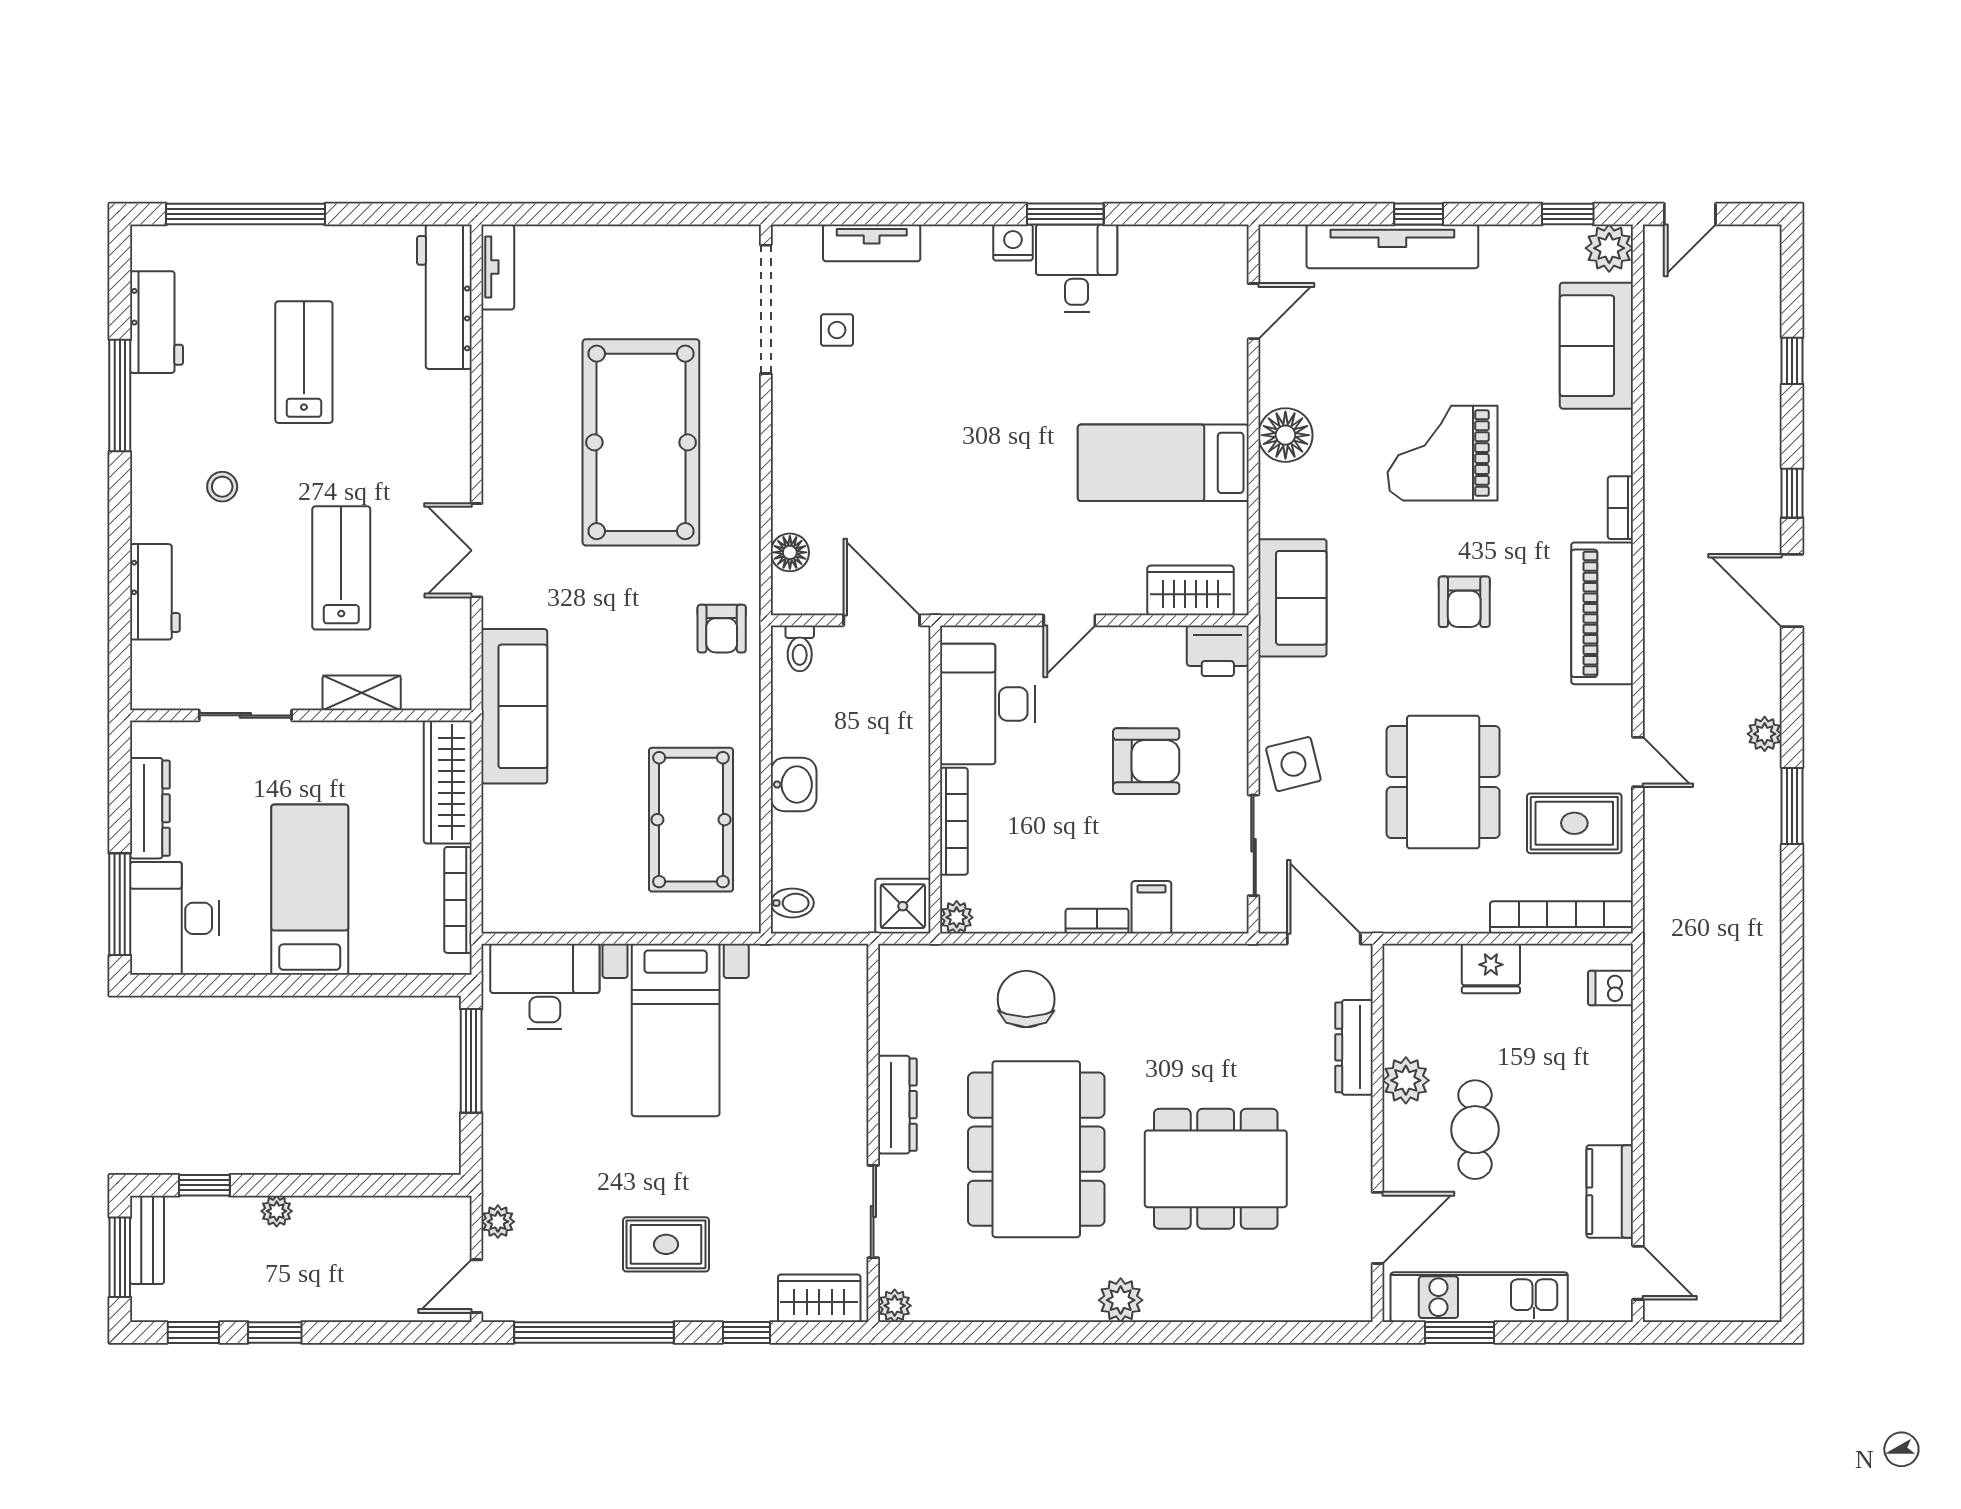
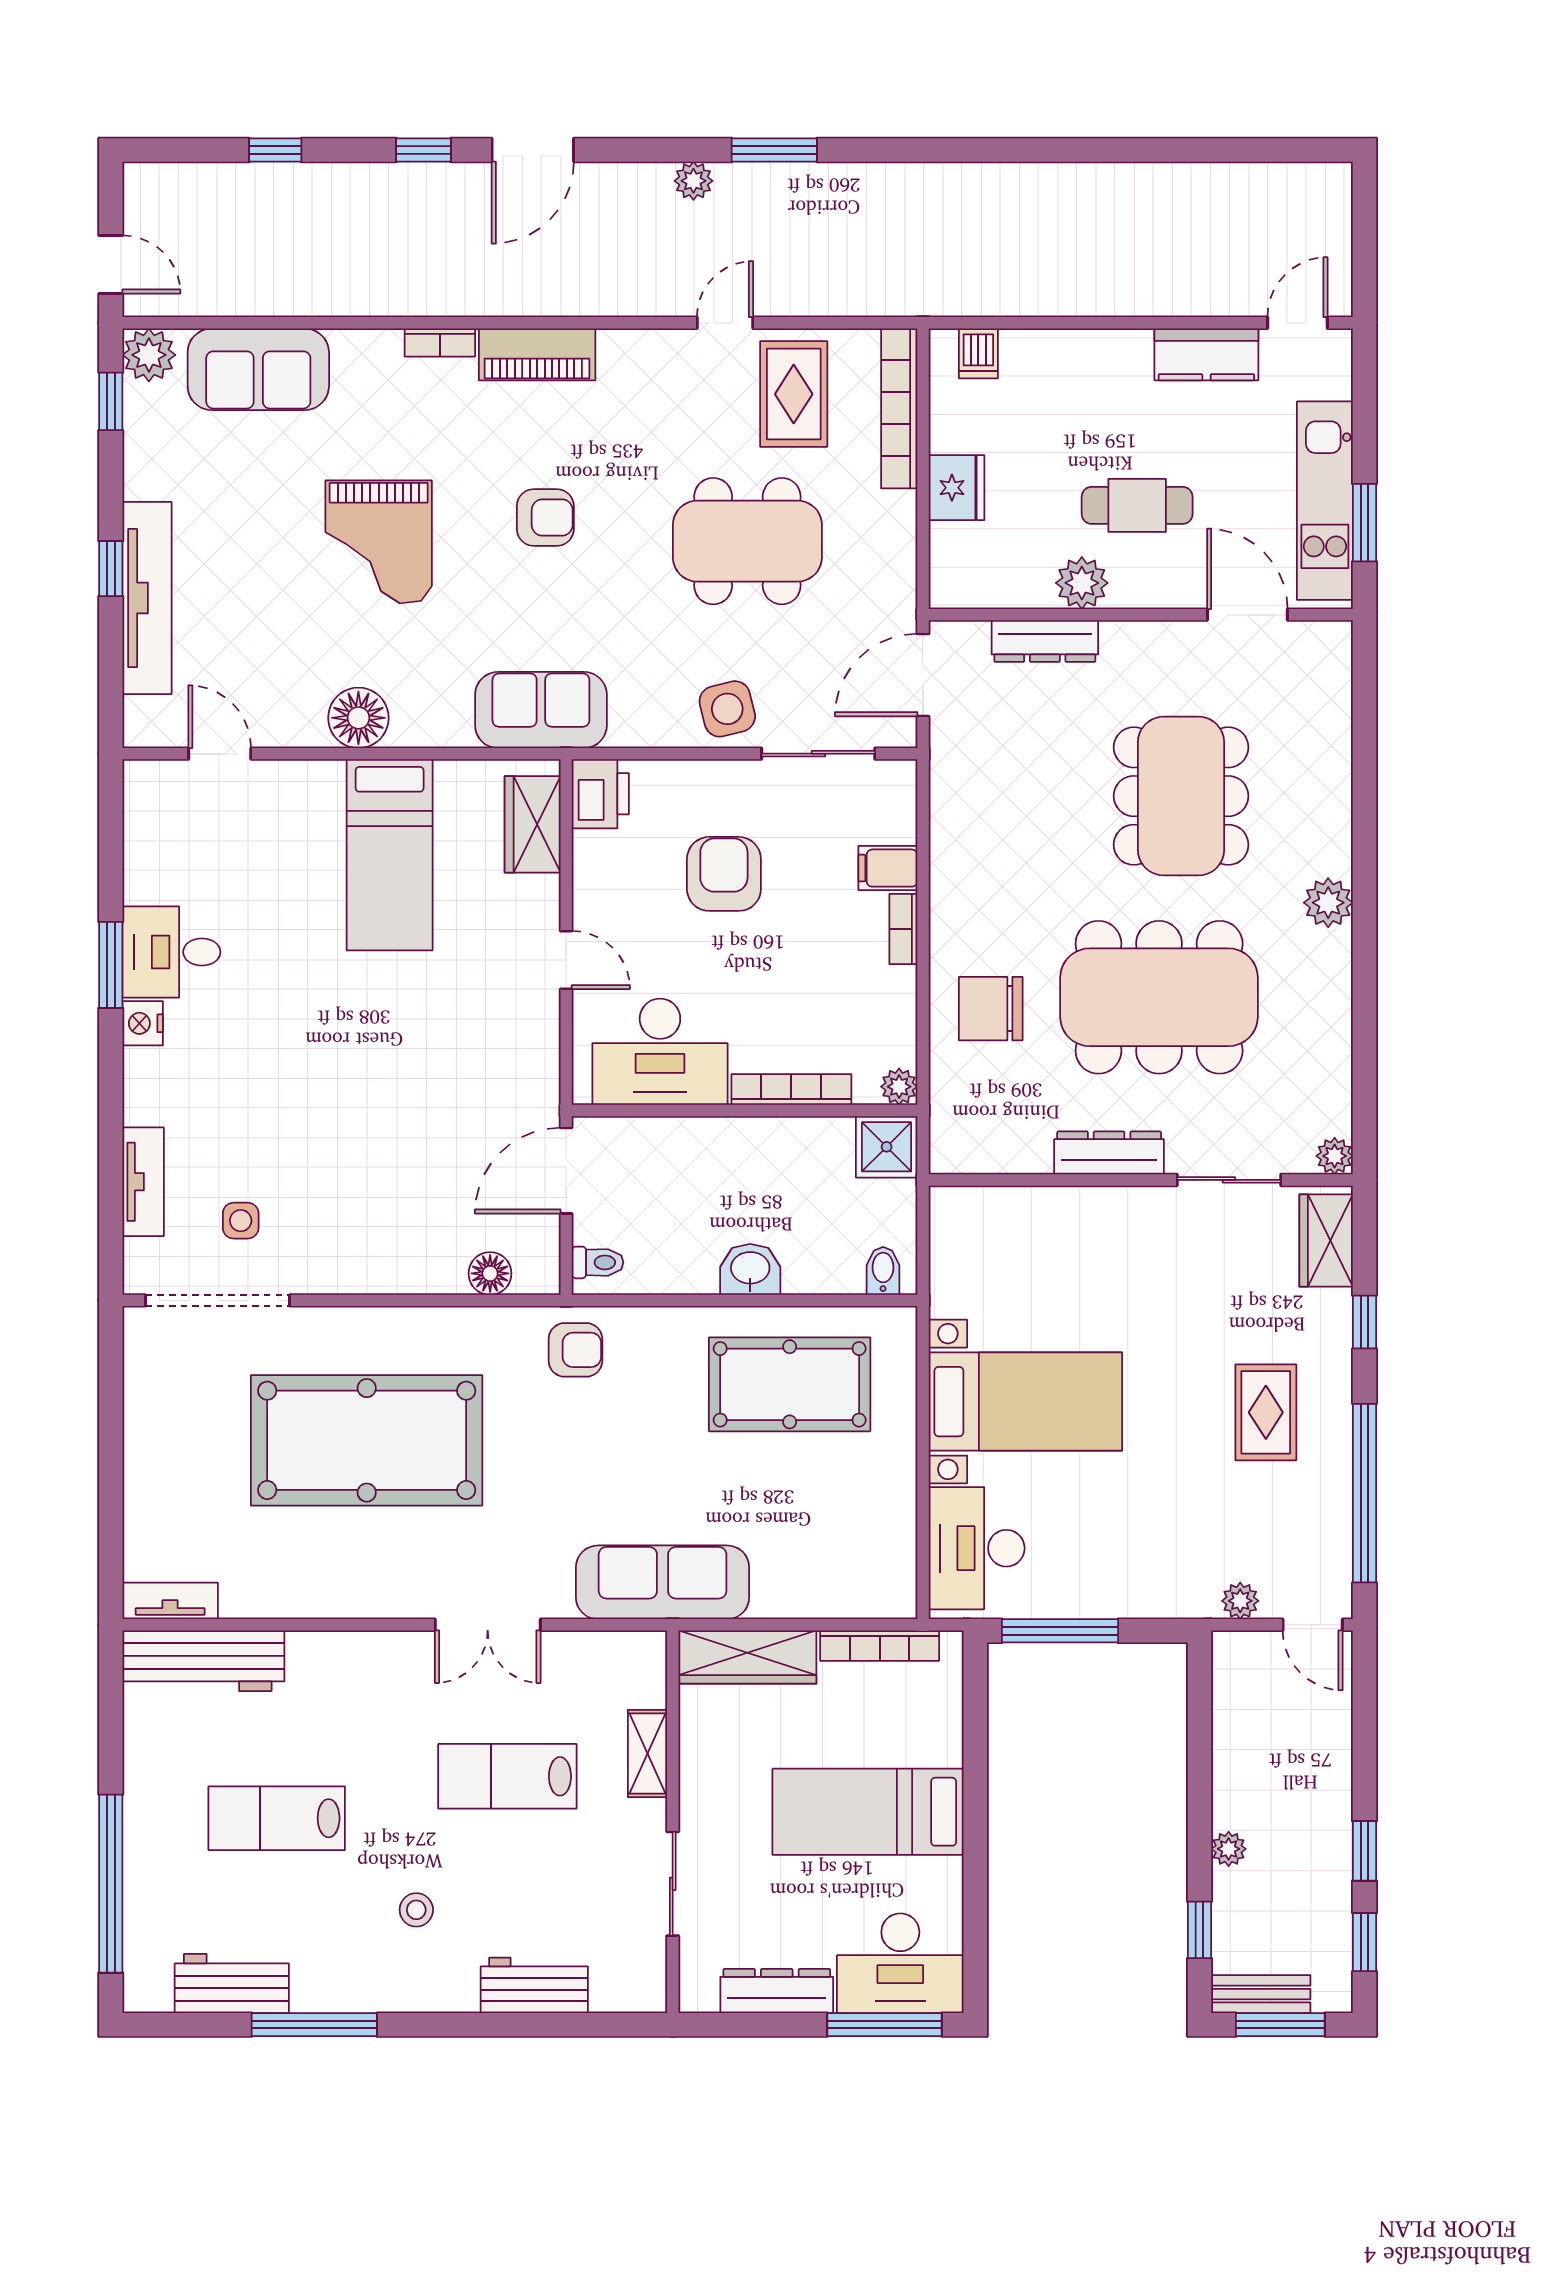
piano: (1602, 613) -> (537, 354), width x0.73, depth x0.75

